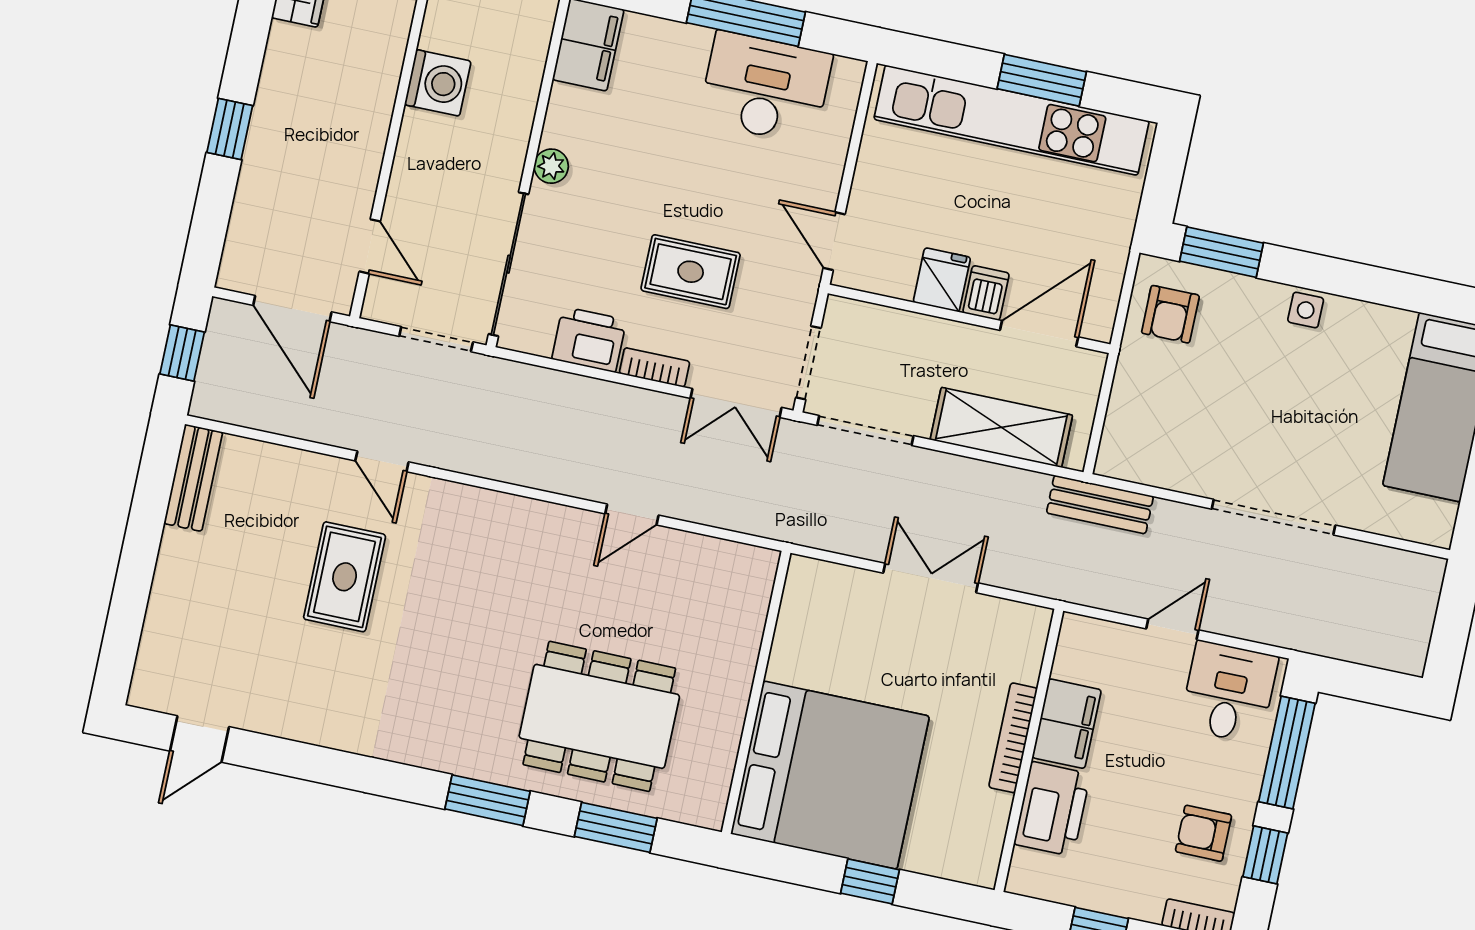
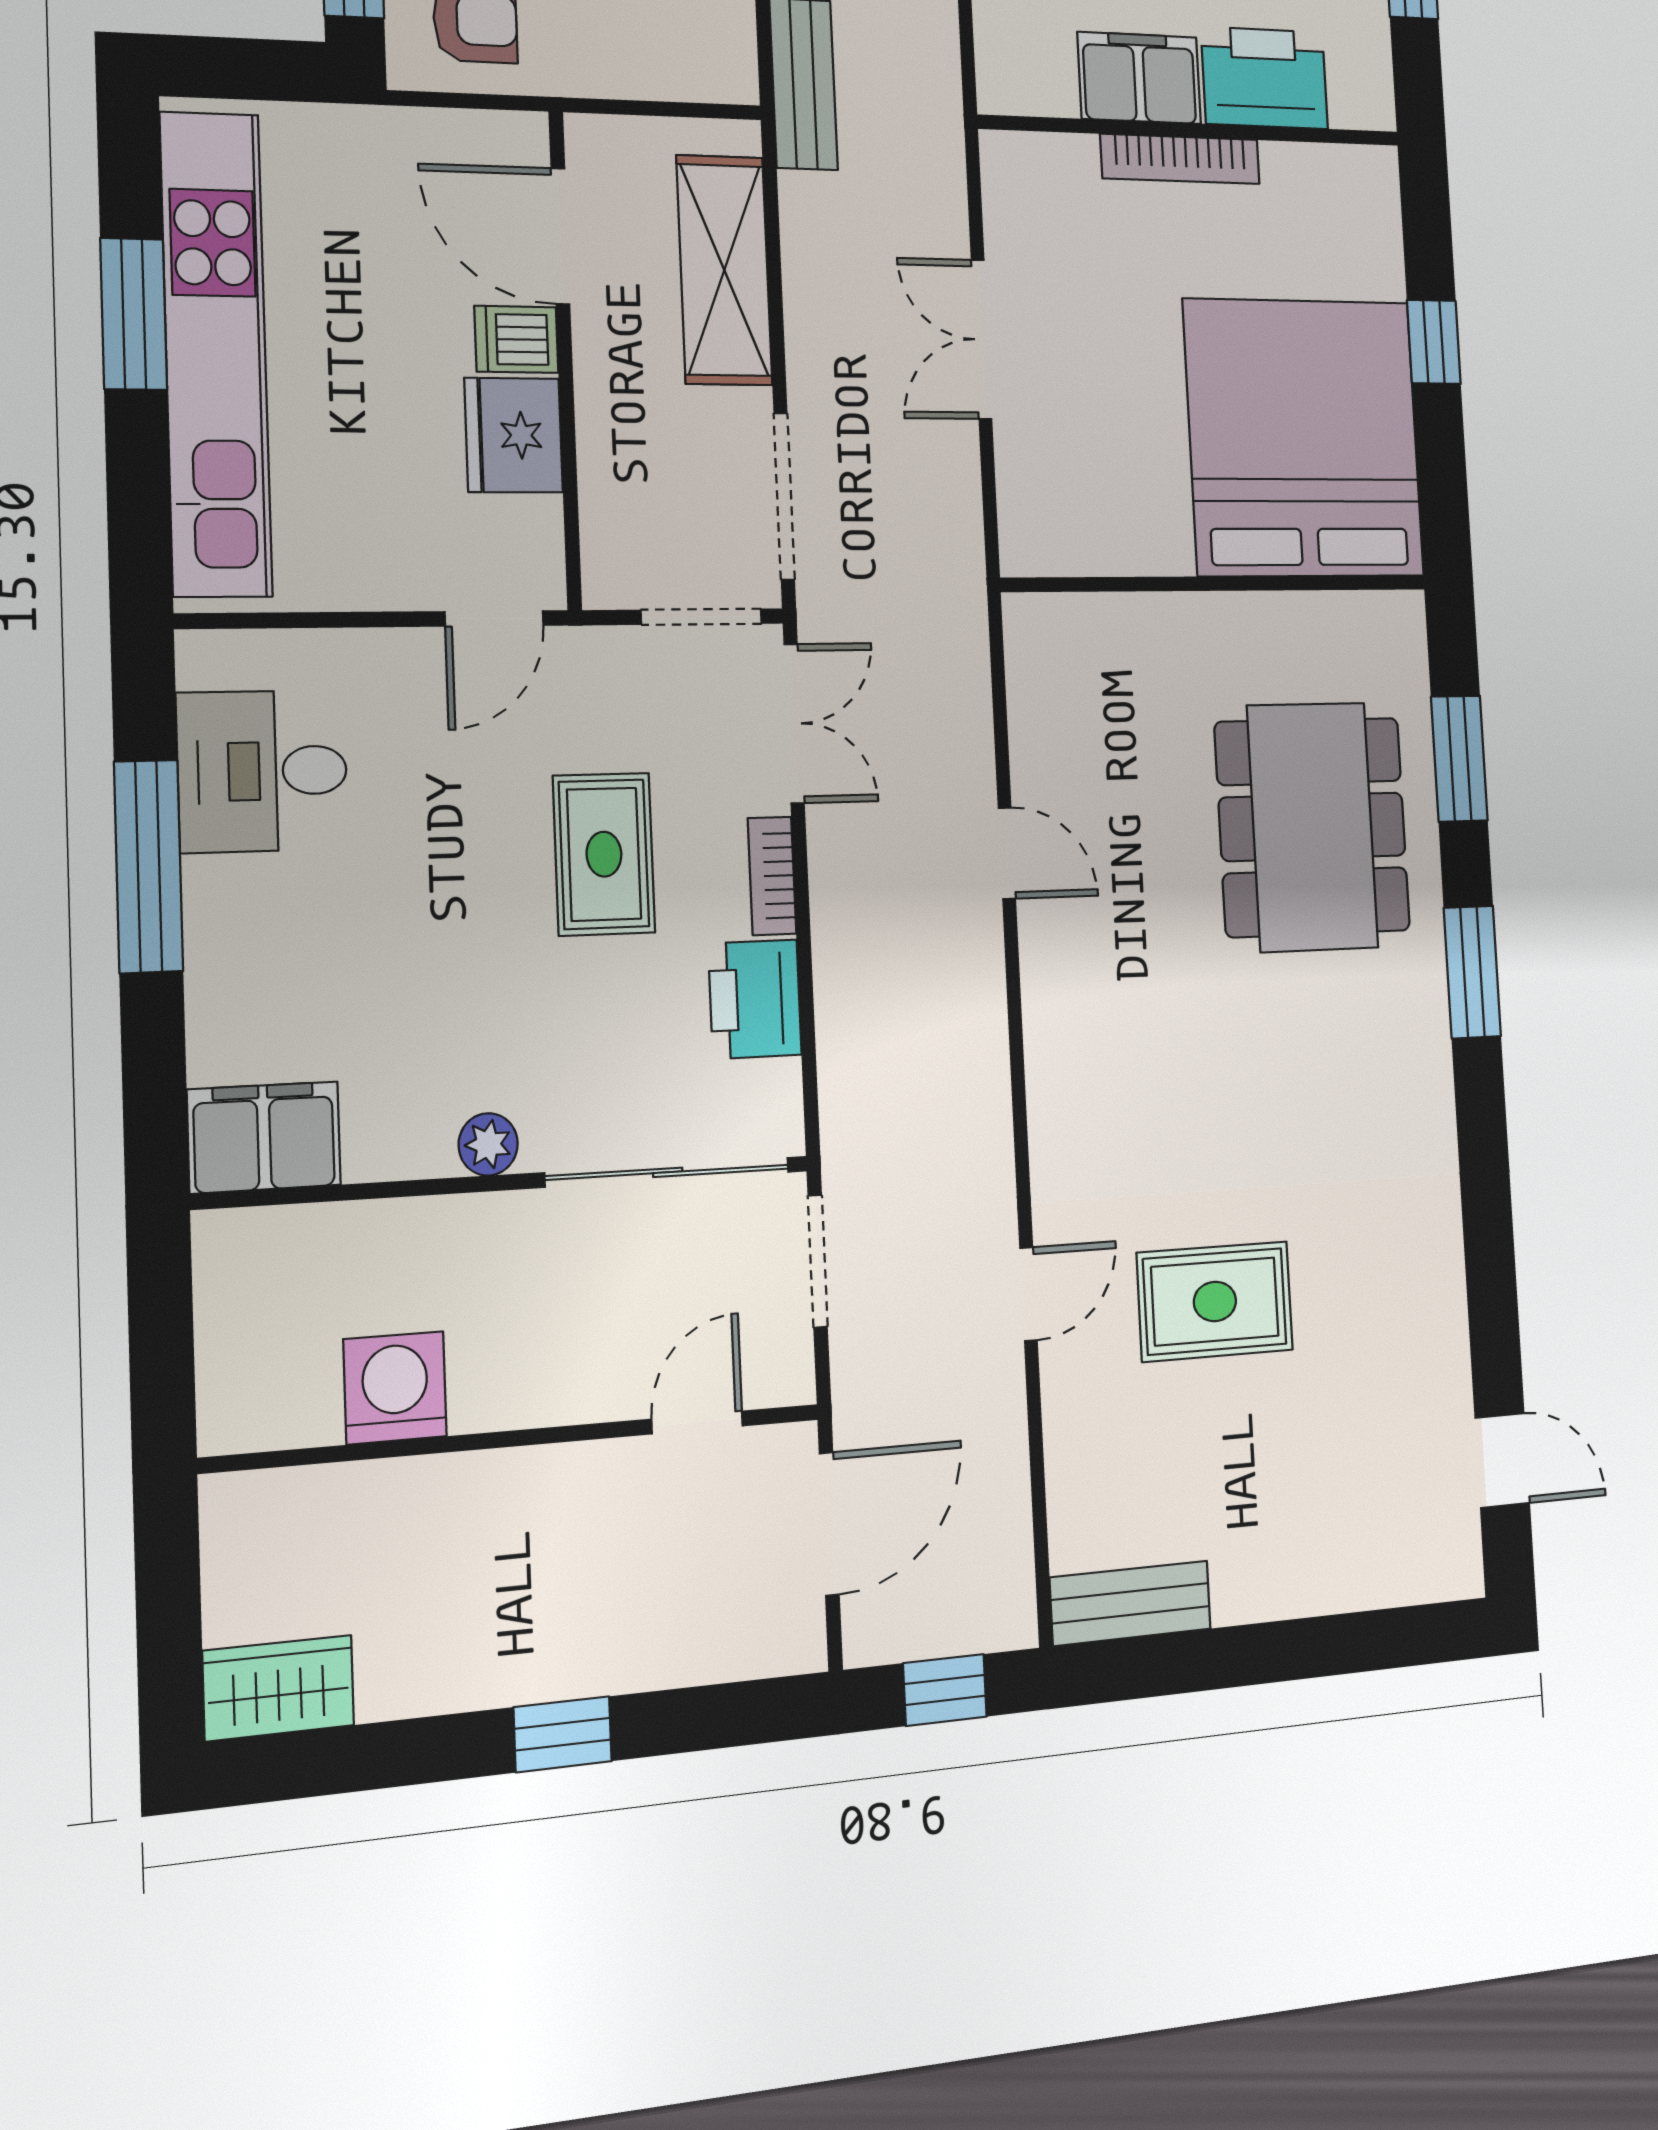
desk: (765, 88) -> (263, 771), width x0.73
fridge: (942, 280) -> (514, 435), width x1.38

